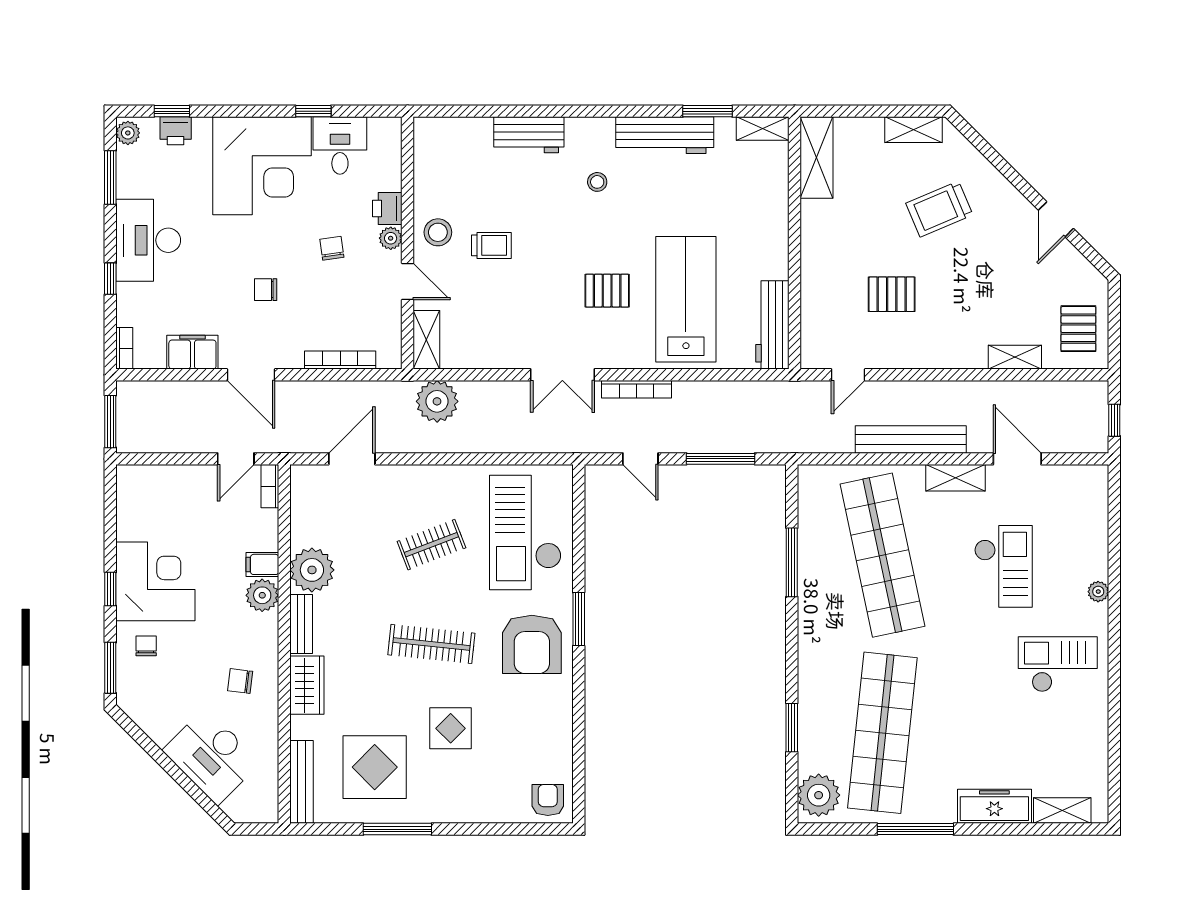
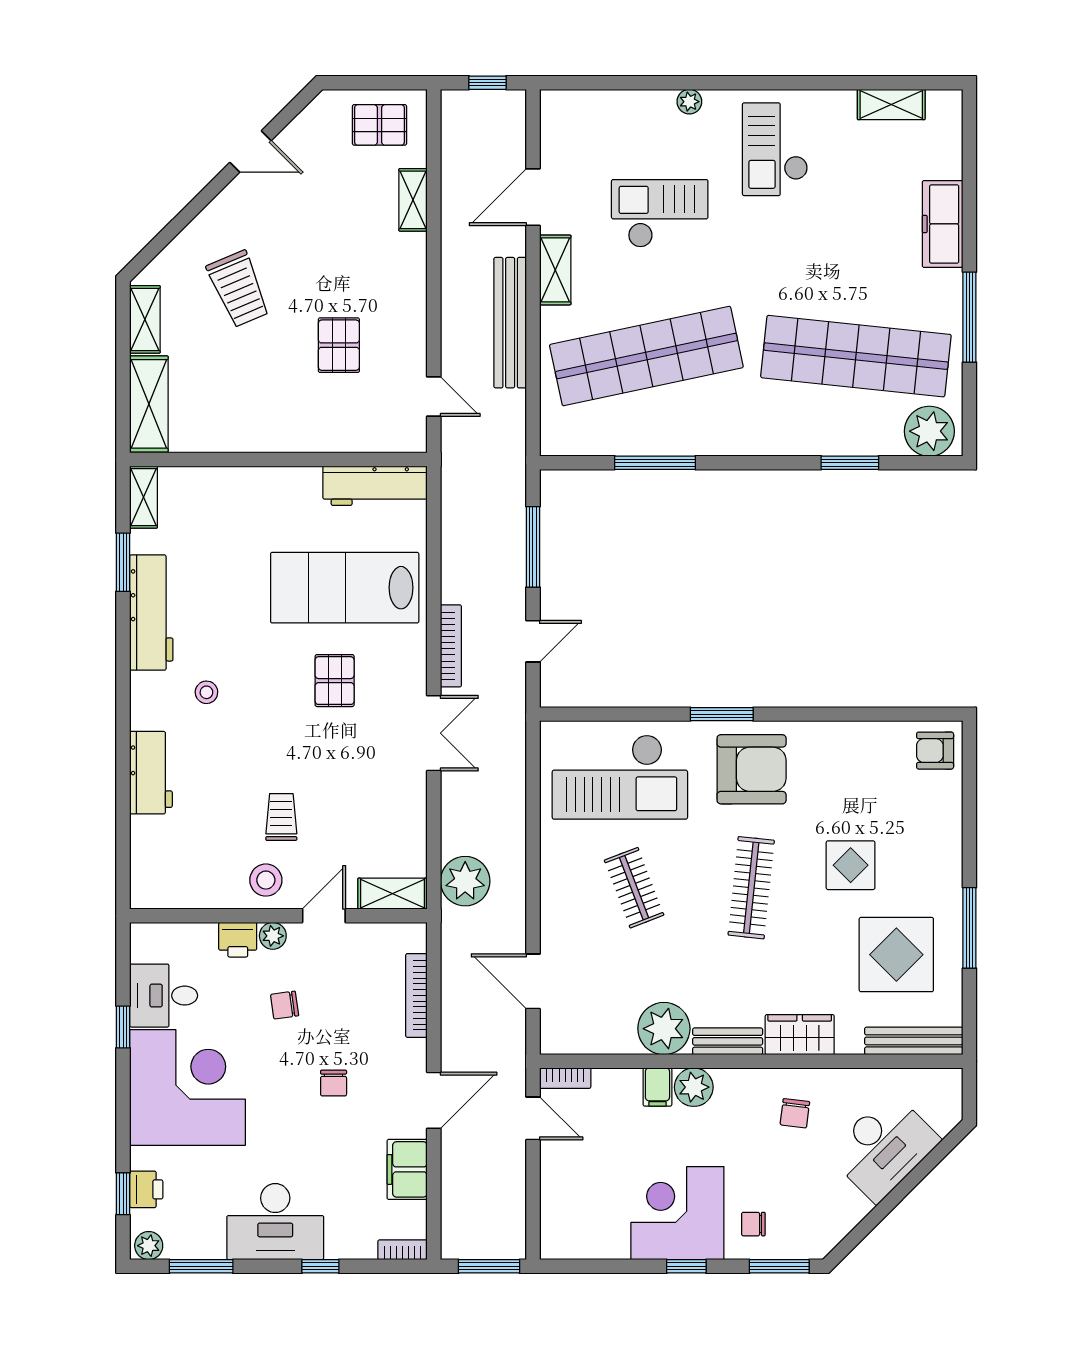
shelving: (817, 158) -> (149, 404), moved, turned 90
shelving: (1062, 811) -> (891, 104), moved, turned 90

